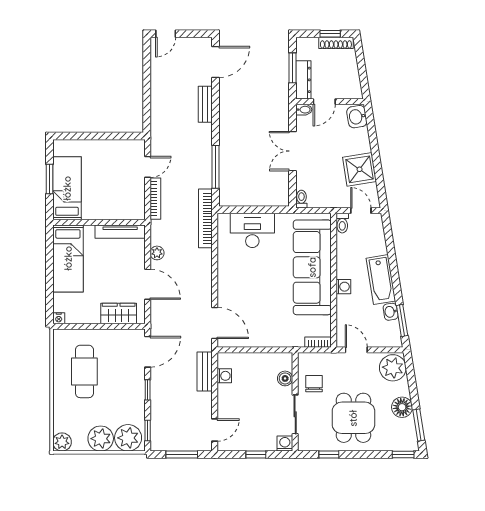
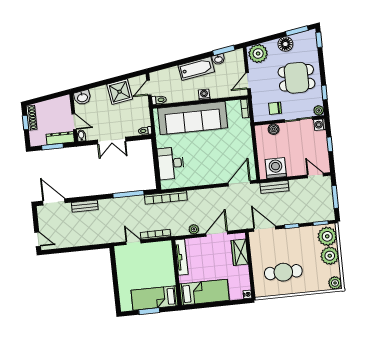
washing machine: (224, 376) -> (276, 168), width x1.89, depth x1.89
plant: (305, 444) -> (319, 110), added

